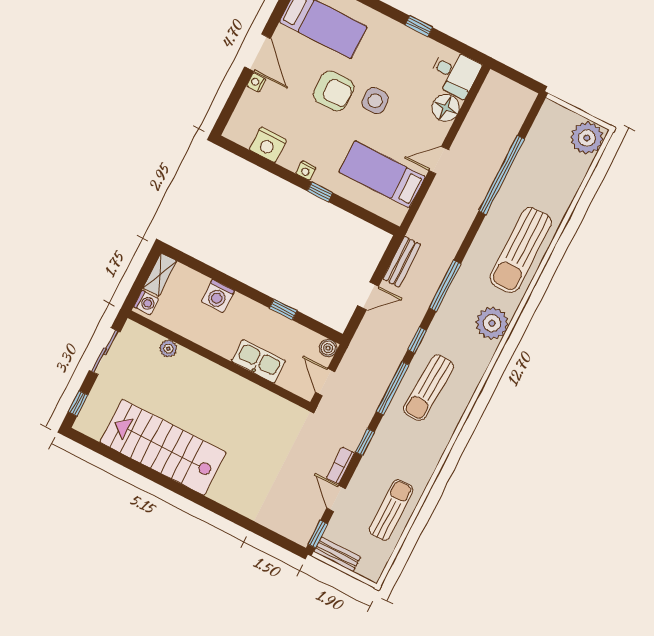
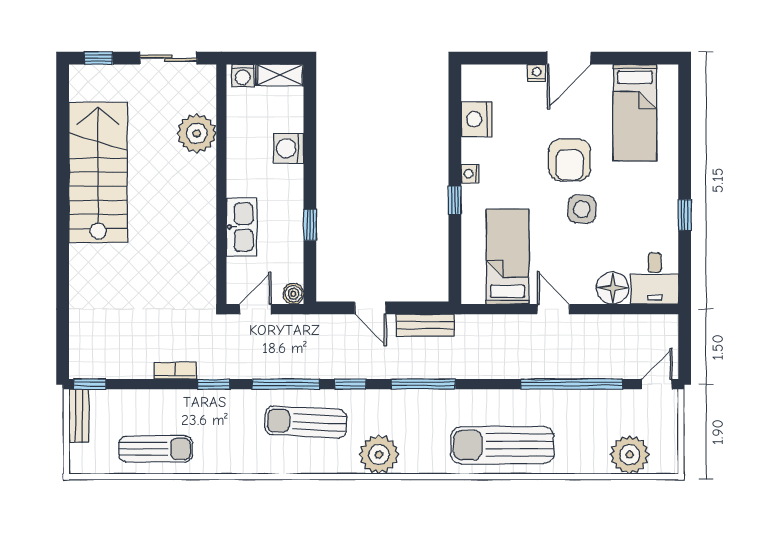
plant: (587, 138) -> (630, 455), moved
plant: (492, 323) -> (379, 454), moved
plant: (168, 349) -> (197, 133), width x1.87, depth x1.87
door: (336, 499) -> (657, 384), moved

